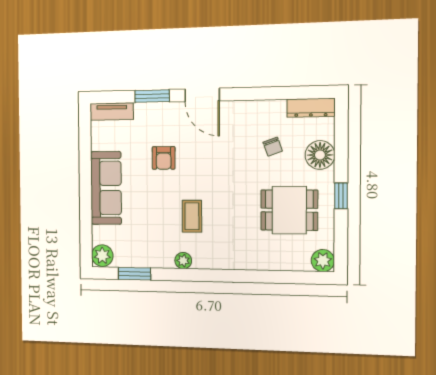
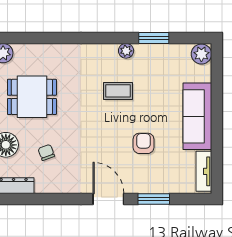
tv unit: (112, 111) -> (204, 171), moved, turned -90
coffee table: (192, 216) -> (118, 91), turned 90
window: (134, 274) -> (154, 38), moved

